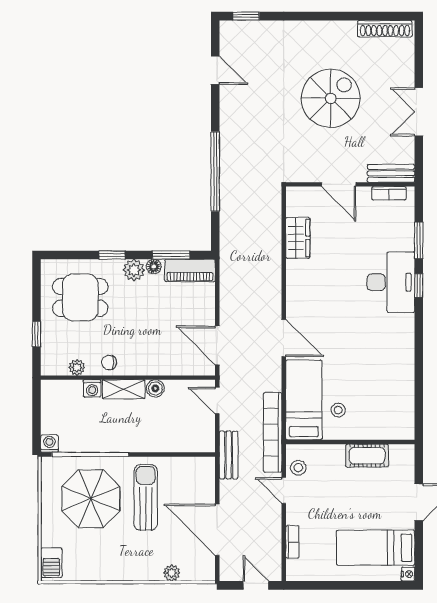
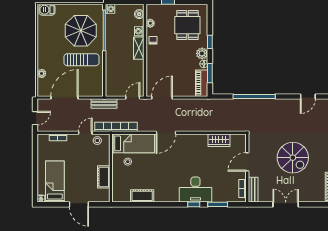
cot: (403, 383) -> (142, 196), added
boiler: (155, 388) -> (139, 14), moved

